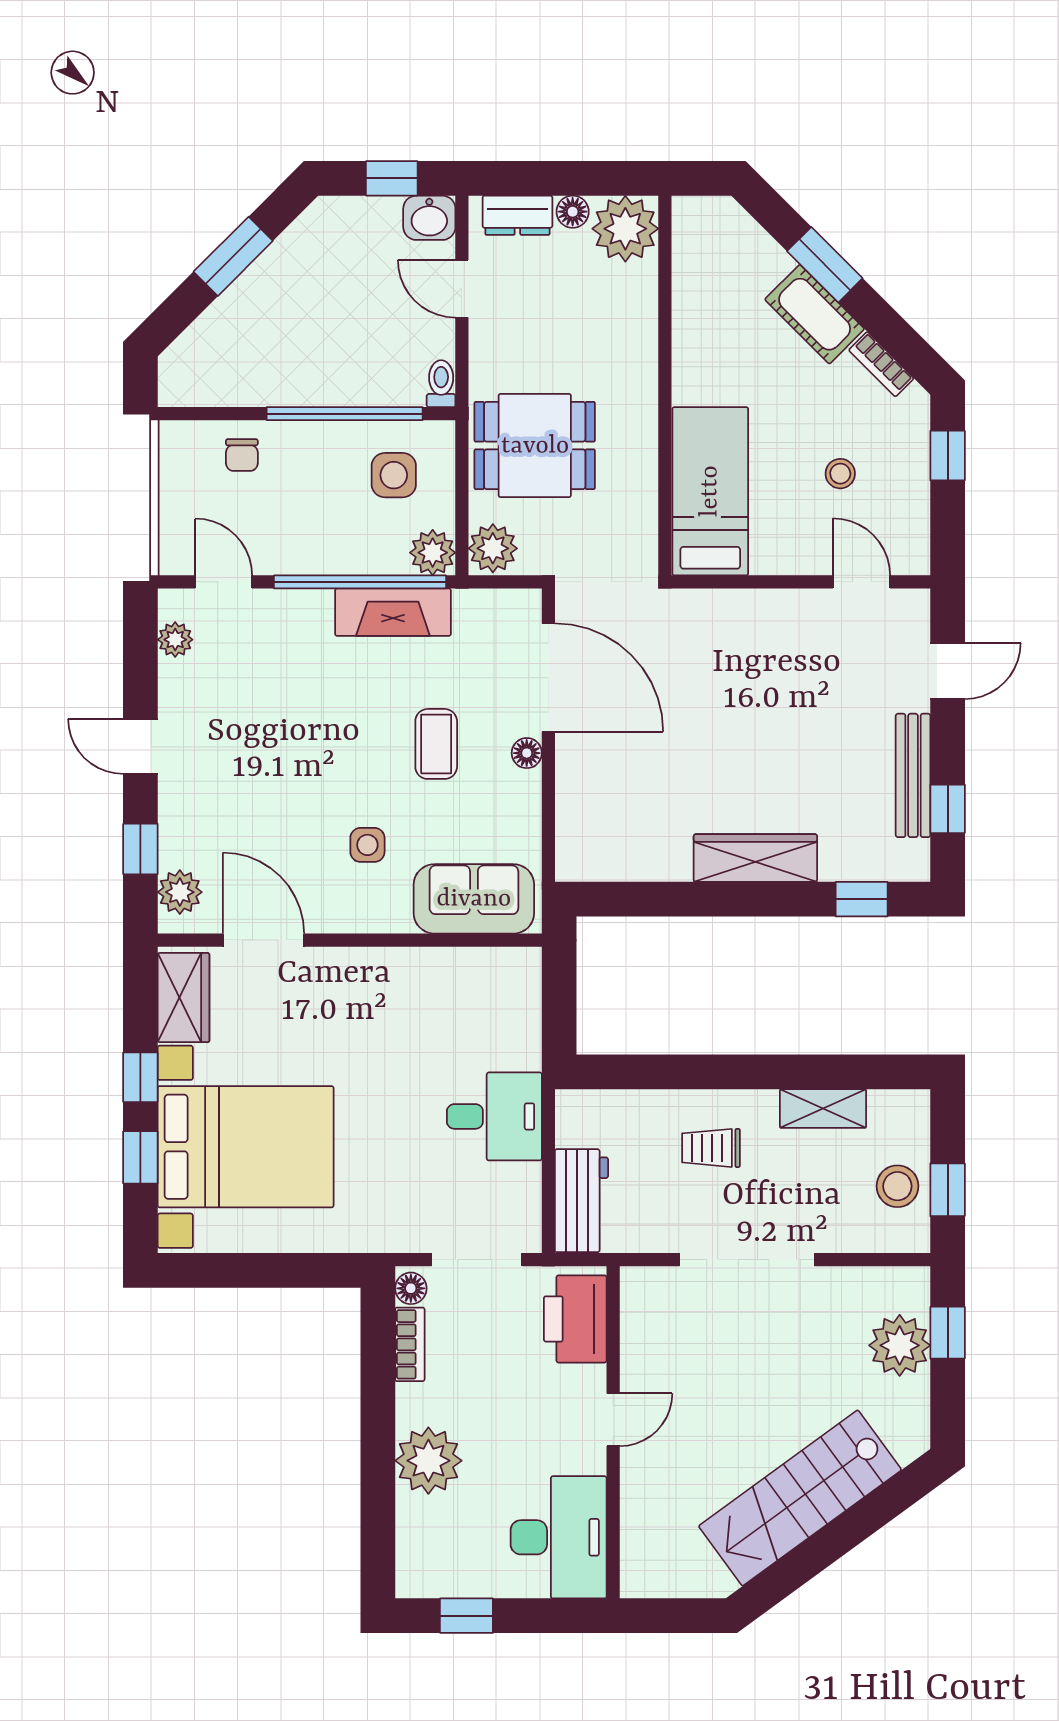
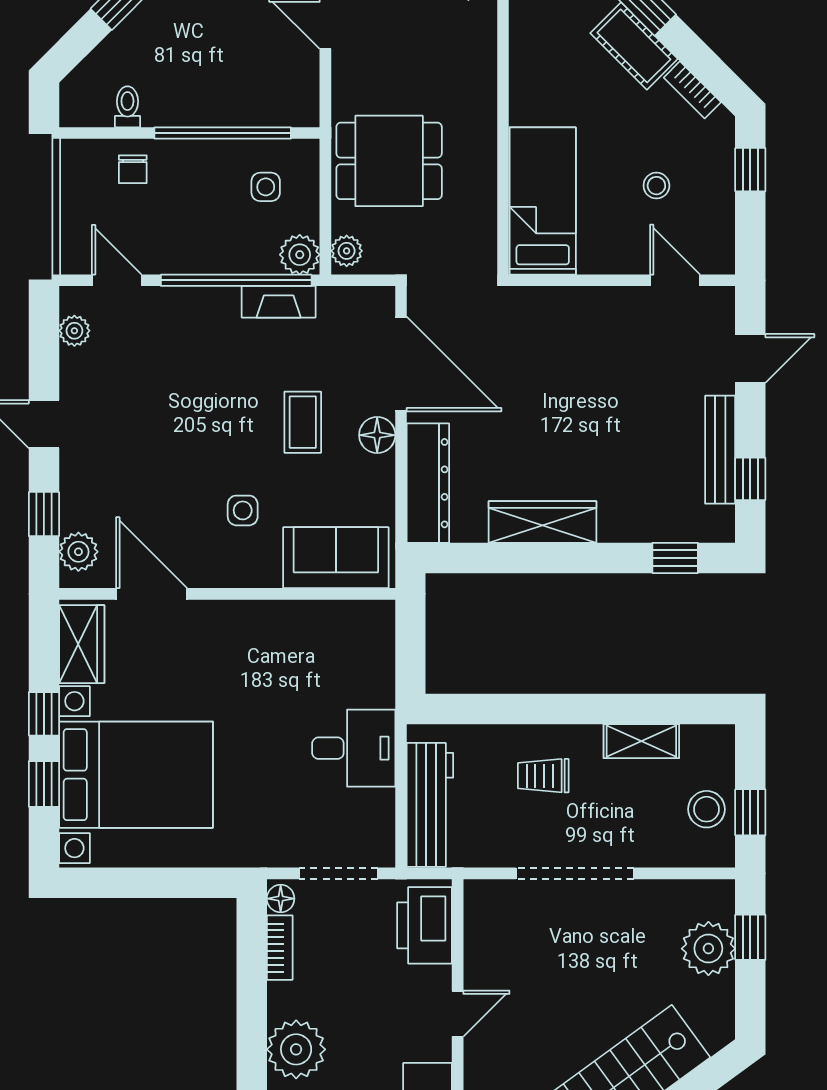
toilet: (441, 384) -> (127, 107), moved
side table: (394, 475) -> (266, 187), width x0.73, depth x0.73
plant: (493, 548) -> (347, 251), width x0.73, depth x0.73
fireplace: (393, 612) -> (279, 302), width x0.73, depth x0.76
floor lamp: (527, 753) -> (377, 435), width x1.37, depth x1.37
dresser: (579, 814) -> (428, 483), added
wardrobe: (755, 858) -> (542, 522), moved
workbench: (581, 1201) -> (430, 805), width x1.38

